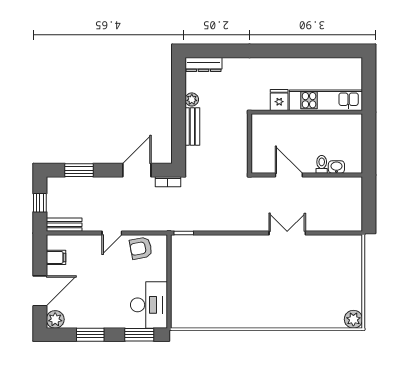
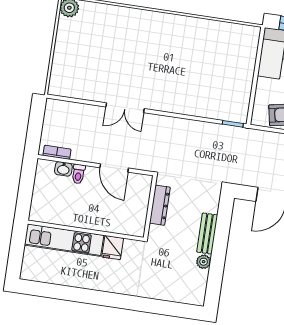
dresser: (203, 64) -> (160, 205), moved, turned 90
bookcase: (168, 182) -> (57, 152), moved

